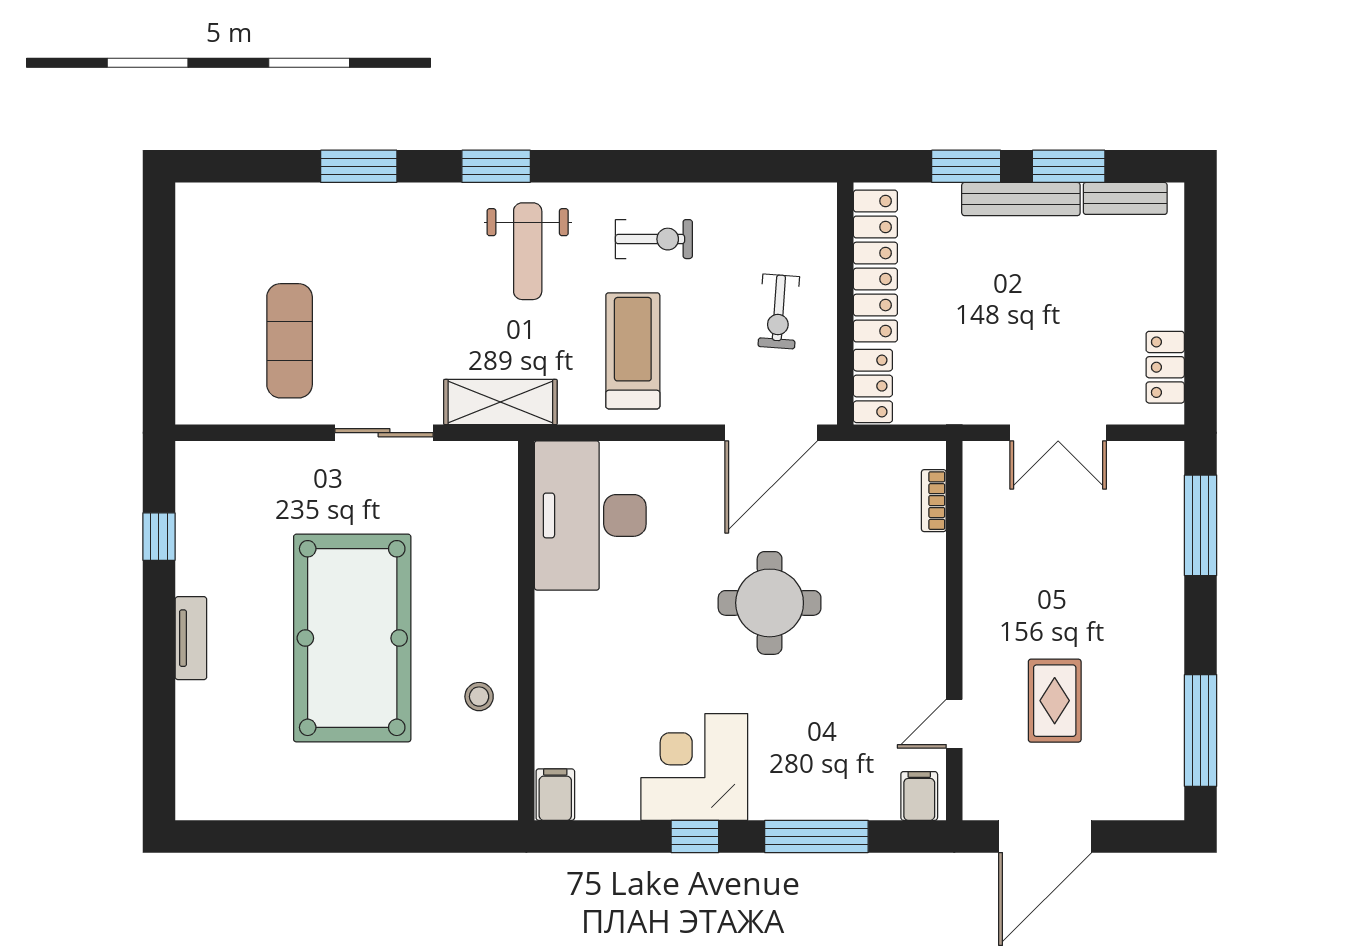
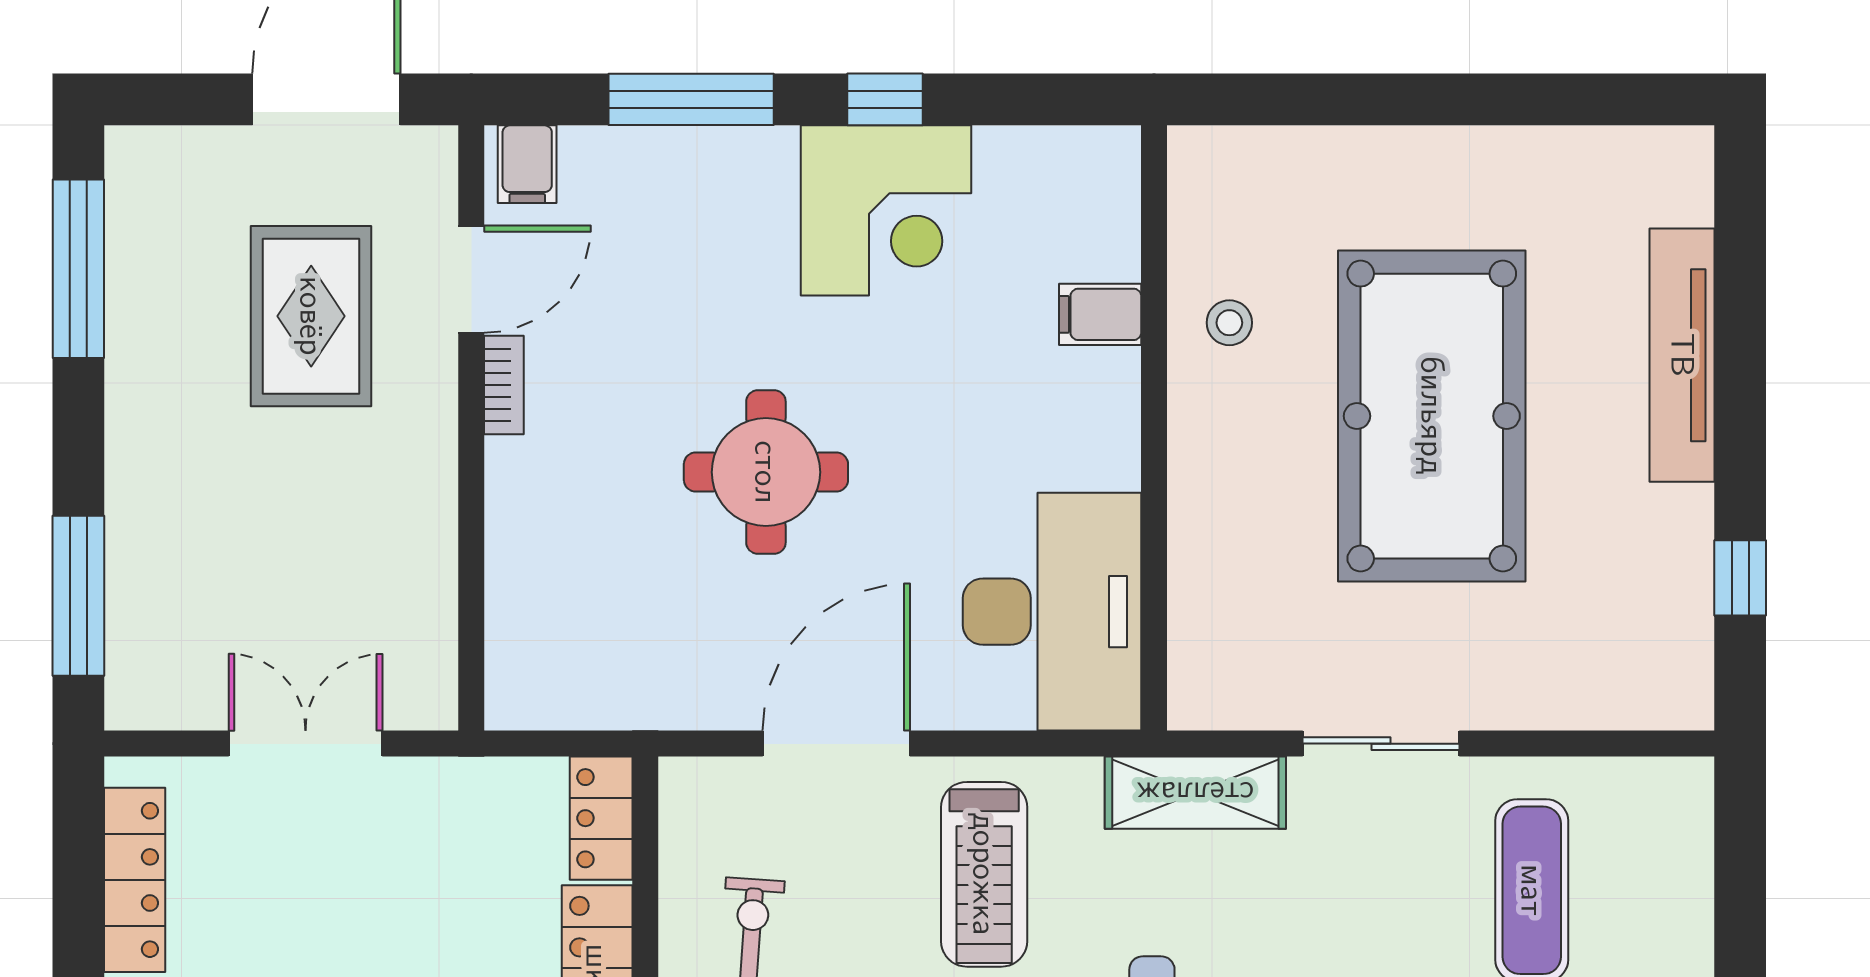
locker: (1165, 367) -> (135, 880), width x1.53
door: (771, 433) -> (836, 744), moved
bookcase: (934, 501) -> (504, 385), moved
tv unit: (191, 638) -> (1682, 355), width x1.92, depth x1.29
rug: (1055, 701) -> (311, 316), width x1.36, depth x1.43
door: (954, 724) -> (471, 279), width x1.38
filing cabinet: (555, 795) -> (1100, 314), moved, turned 90

